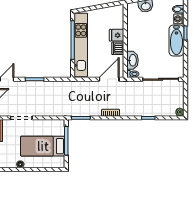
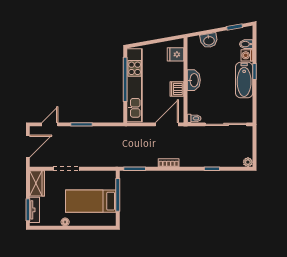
fridge: (117, 35) -> (176, 54), moved
washbasin: (132, 60) -> (194, 80), moved

